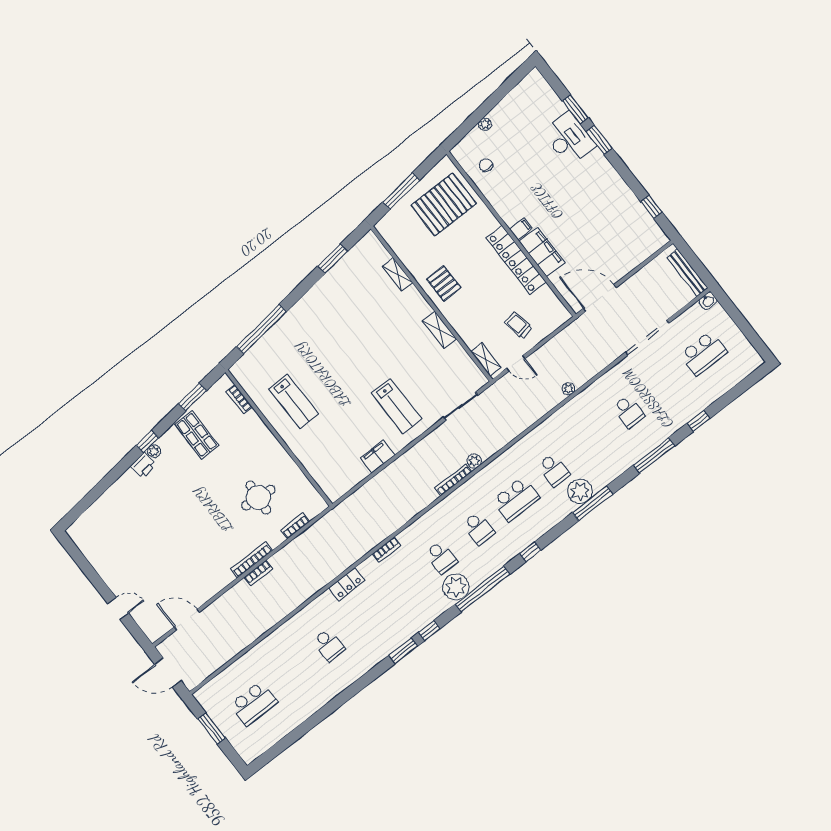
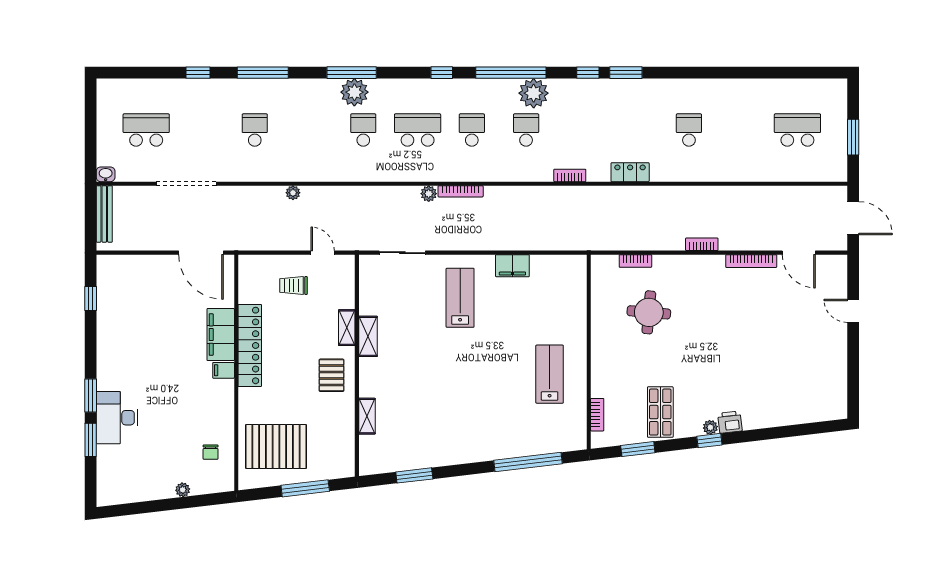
trolley: (518, 325) -> (293, 285), turned 100
shelving: (486, 360) -> (347, 328), moved
bookcase: (252, 560) -> (751, 261), moved

